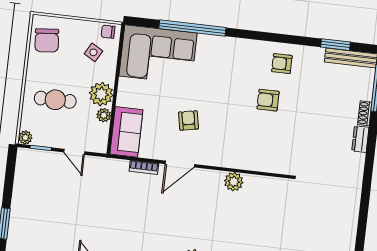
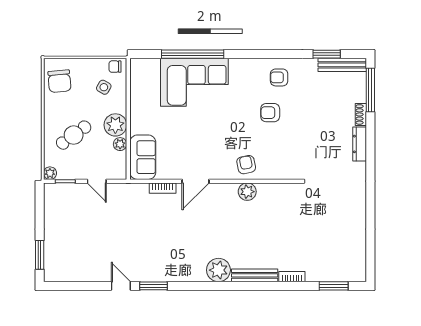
corner sofa: (158, 54) -> (194, 82), moved
cafe table: (55, 100) -> (74, 135), turned -36
armchair: (188, 120) -> (246, 165), moved
dresser: (360, 139) -> (360, 144), width x1.44

